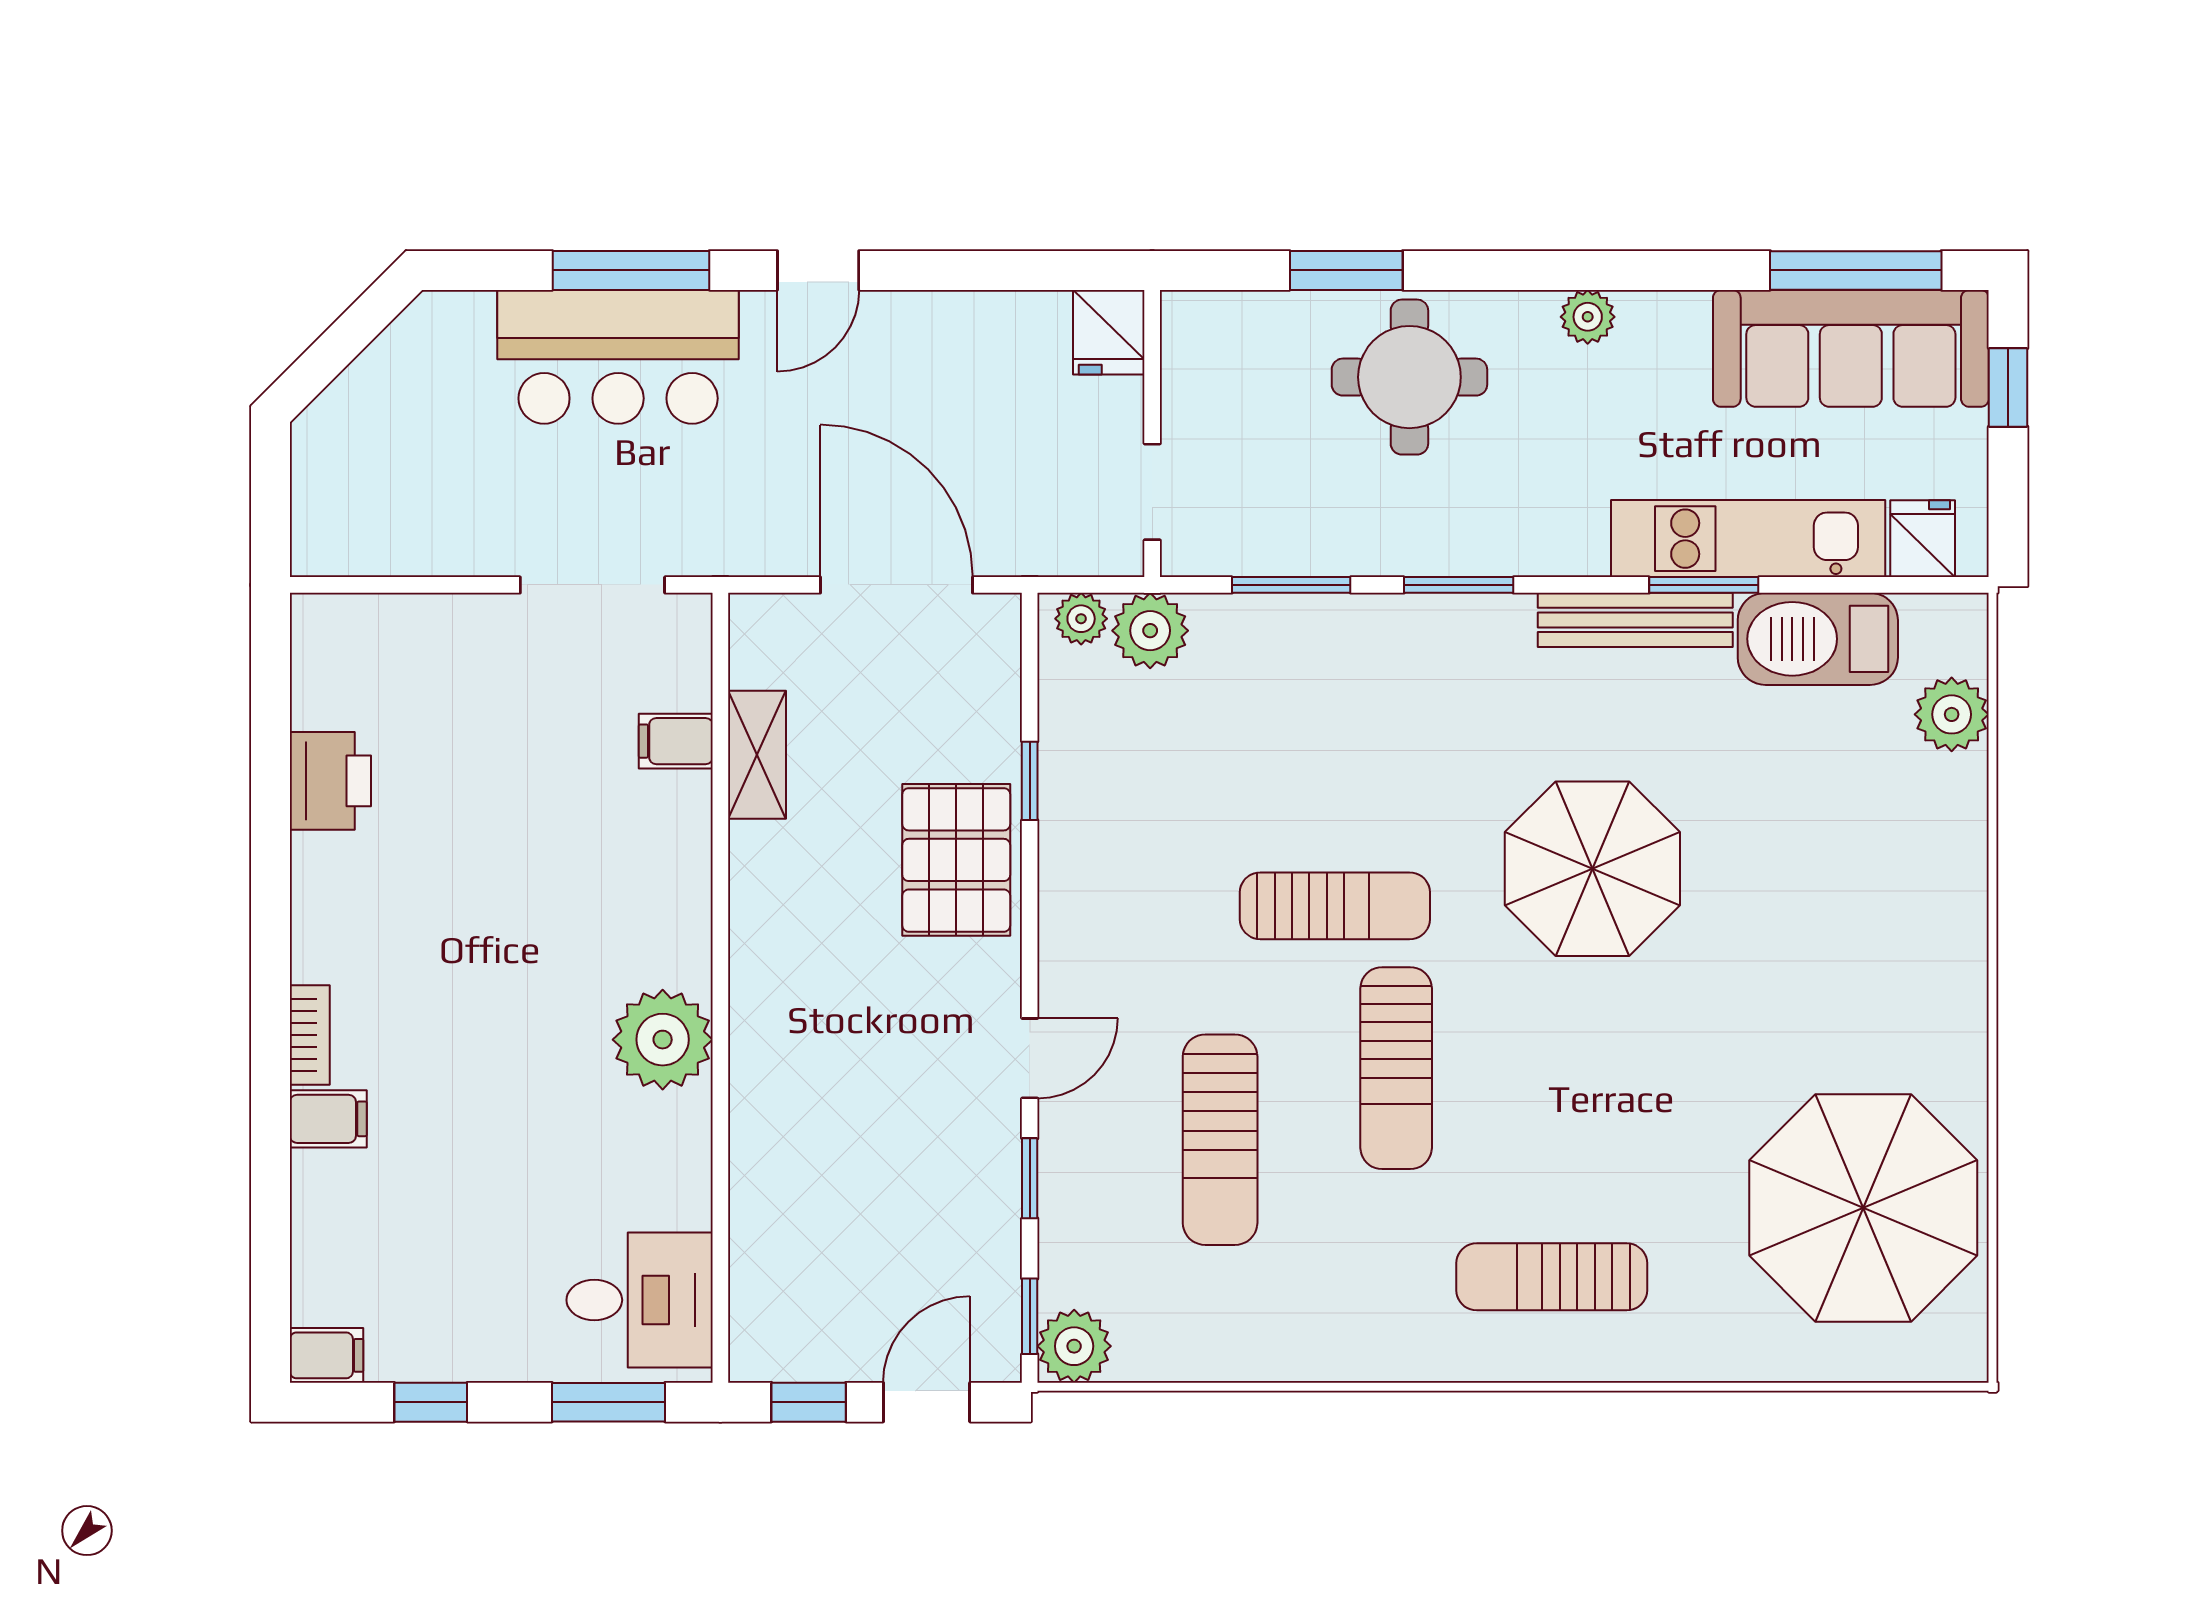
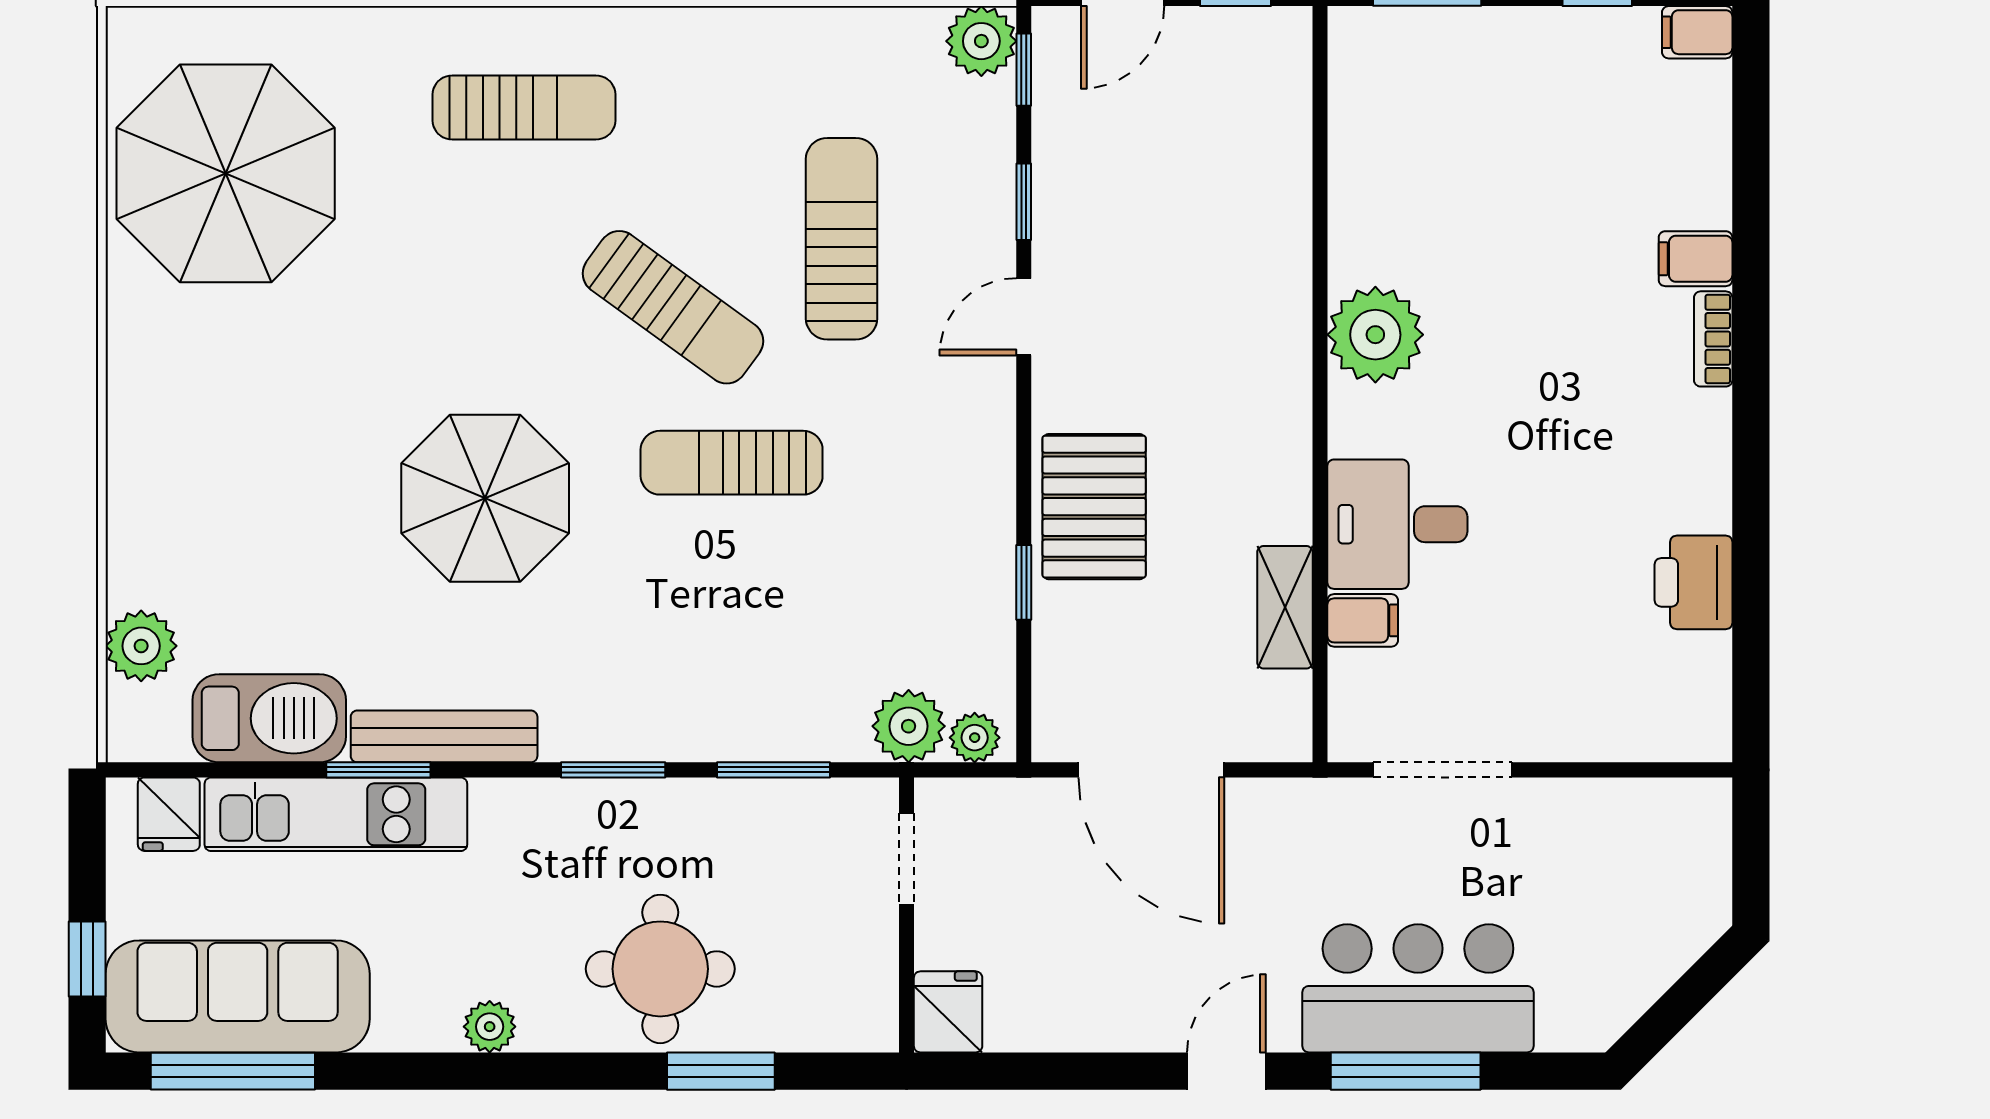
sun lounger: (1396, 1068) -> (673, 307), turned 126
desk: (640, 1300) -> (1397, 524), moved

